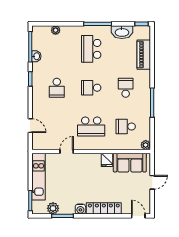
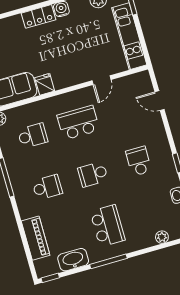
school desk: (91, 88) -> (93, 174), turned 180
school desk: (126, 88) -> (47, 187), turned -90
locker: (104, 208) -> (38, 16), width x0.66

